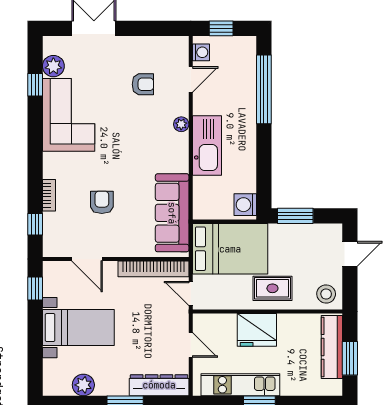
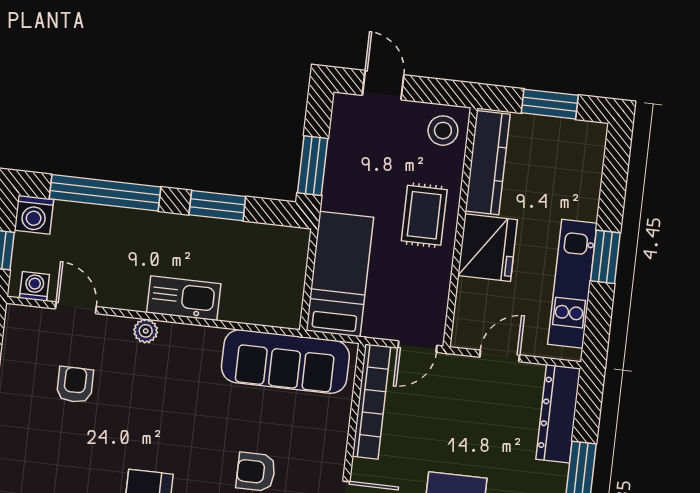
kitchen sink: (207, 145) -> (184, 298), width x0.73, depth x0.81
window: (264, 160) -> (217, 206), added
washing machine: (245, 205) -> (34, 215), moved
bed: (230, 249) -> (340, 274), width x0.67
kitchen counter: (332, 347) -> (488, 163), moved, turned -90

